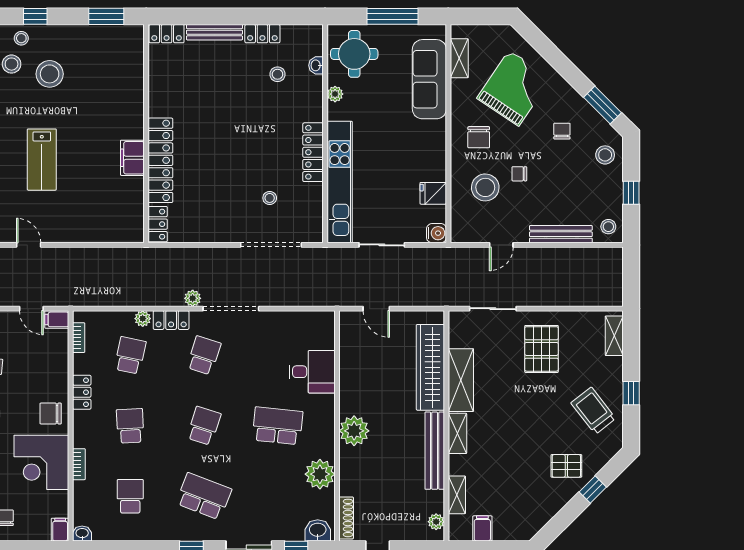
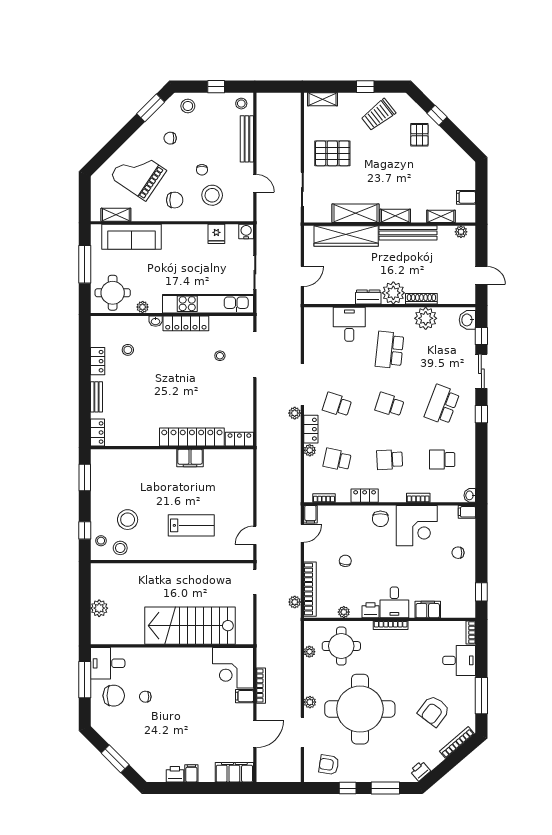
bench: (214, 32) -> (96, 397), width x0.73
washbasin: (316, 65) -> (156, 321), moved
dresser: (349, 397) -> (368, 297), added
shoe rack: (346, 518) -> (421, 299), moved

